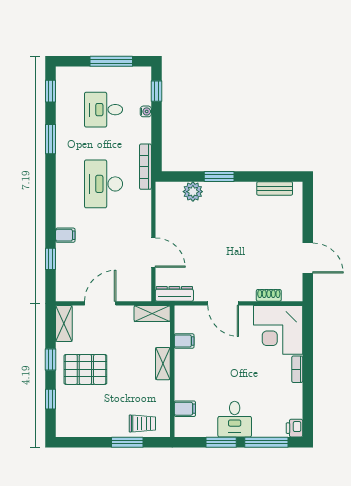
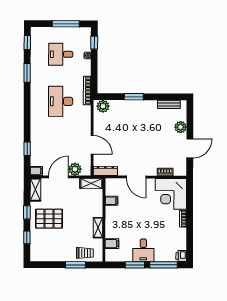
plant: (193, 192) -> (103, 106), moved
plant: (293, 224) -> (181, 127), added
filing cabinet: (65, 235) -> (36, 171), moved
door: (308, 258) -> (190, 148), hinge flipped
plant: (126, 291) -> (75, 169), added
shelving: (163, 364) -> (98, 228), moved

